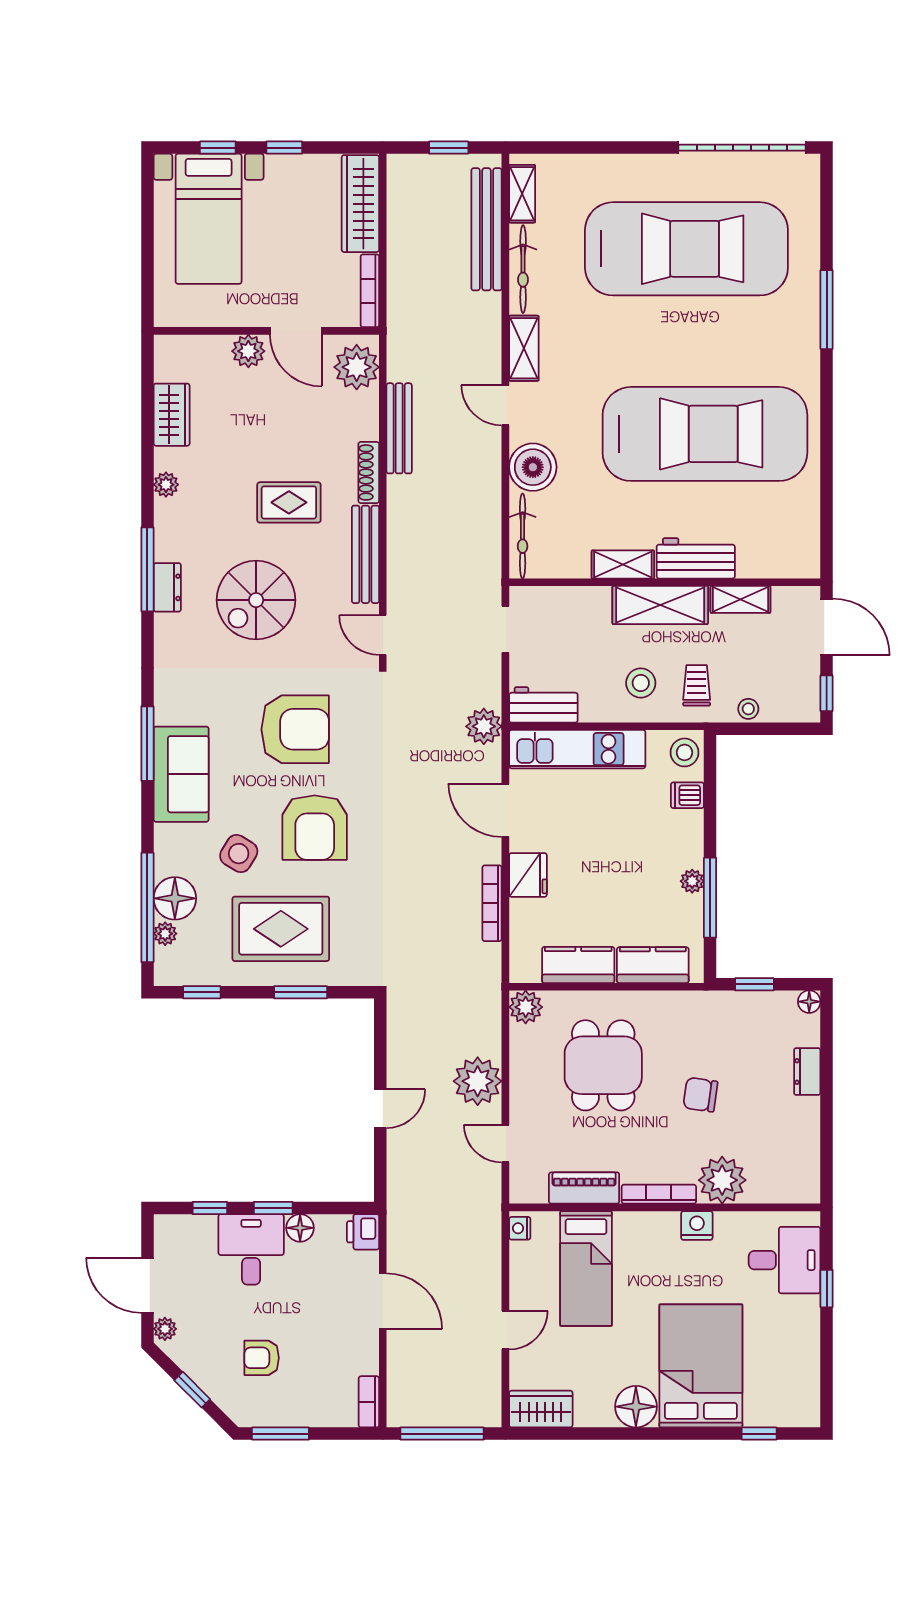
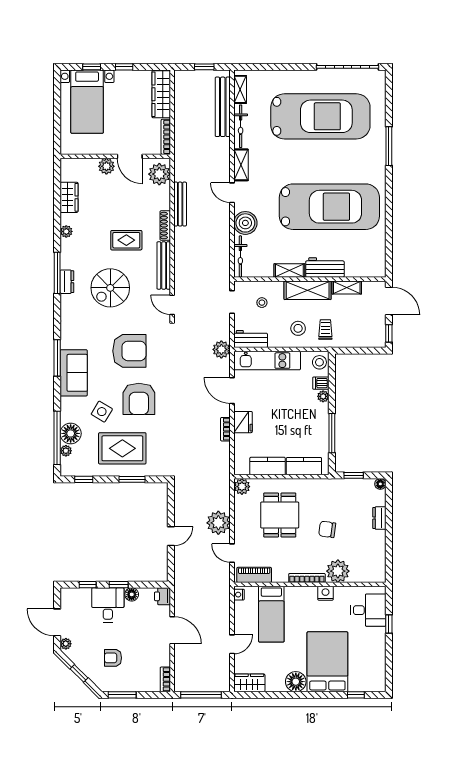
stool: (748, 709) -> (262, 303), moved
plant: (692, 881) -> (323, 396), moved
bookcase: (492, 903) -> (225, 429), width x0.64
piano: (584, 1188) -> (254, 575), moved

